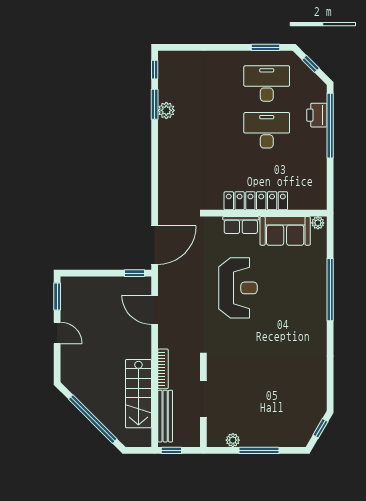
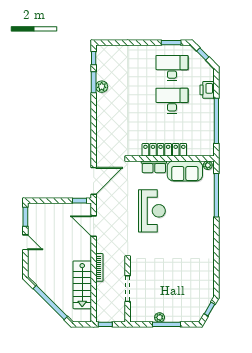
window: (330, 126) -> (216, 121), moved
window: (330, 290) -> (216, 195), moved
bench: (165, 416) -> (101, 301), removed
plant: (233, 440) -> (160, 317), moved

